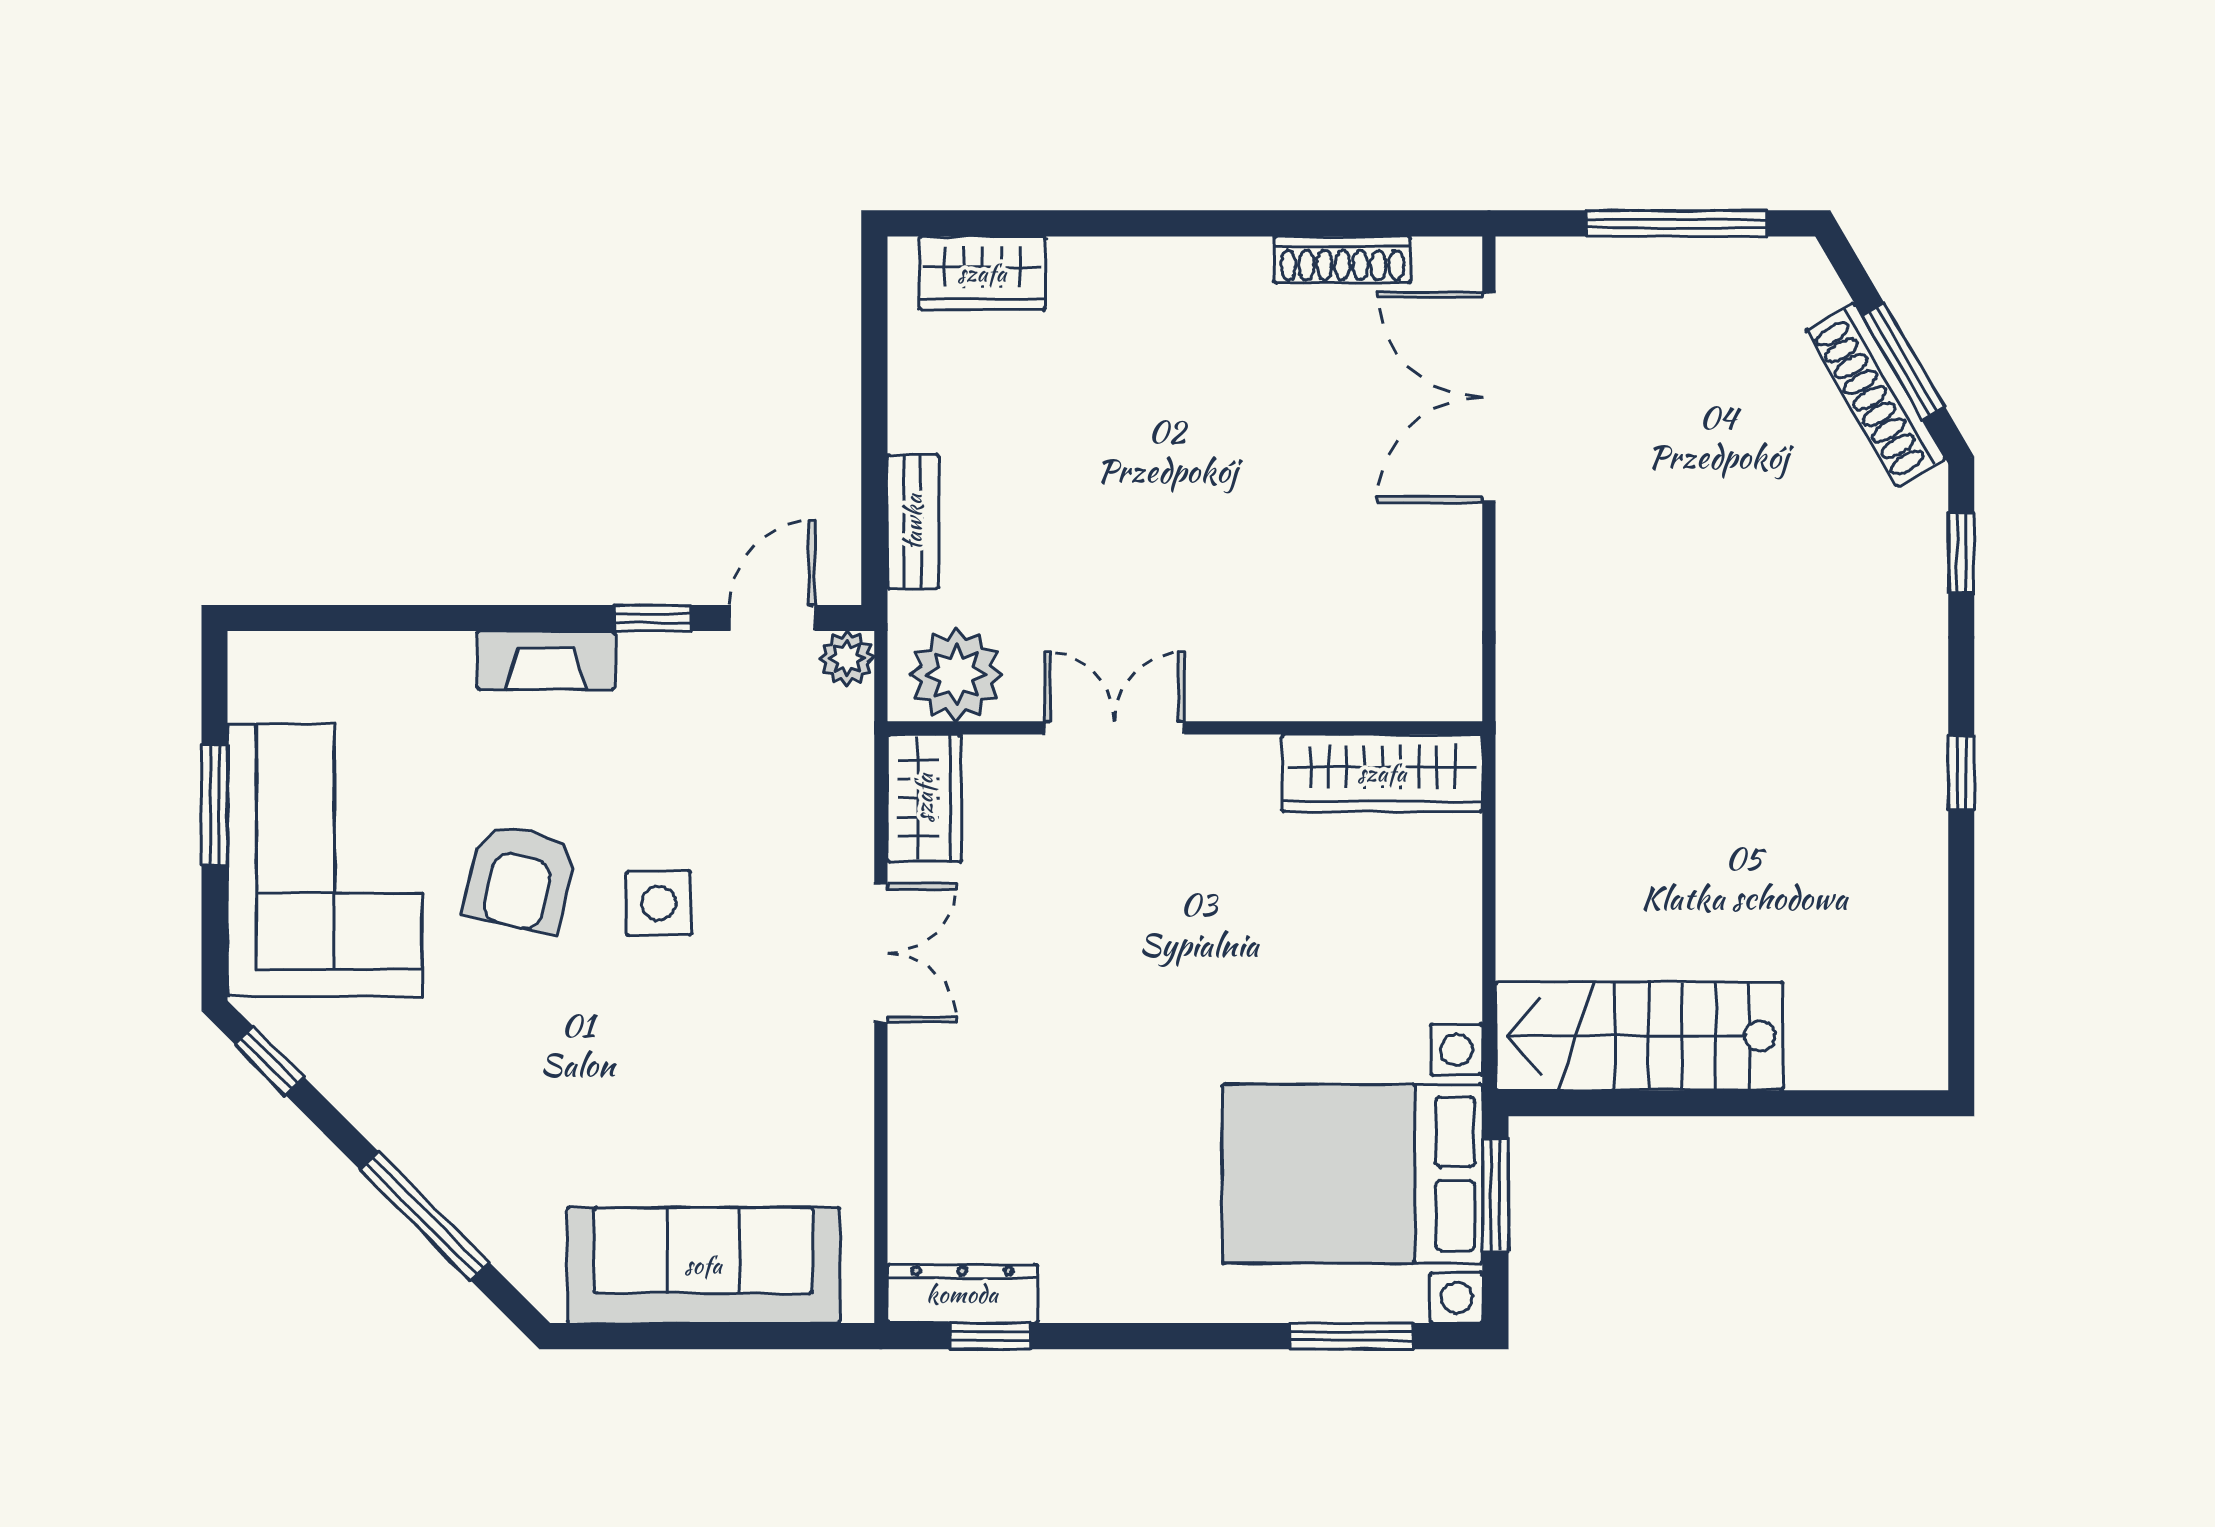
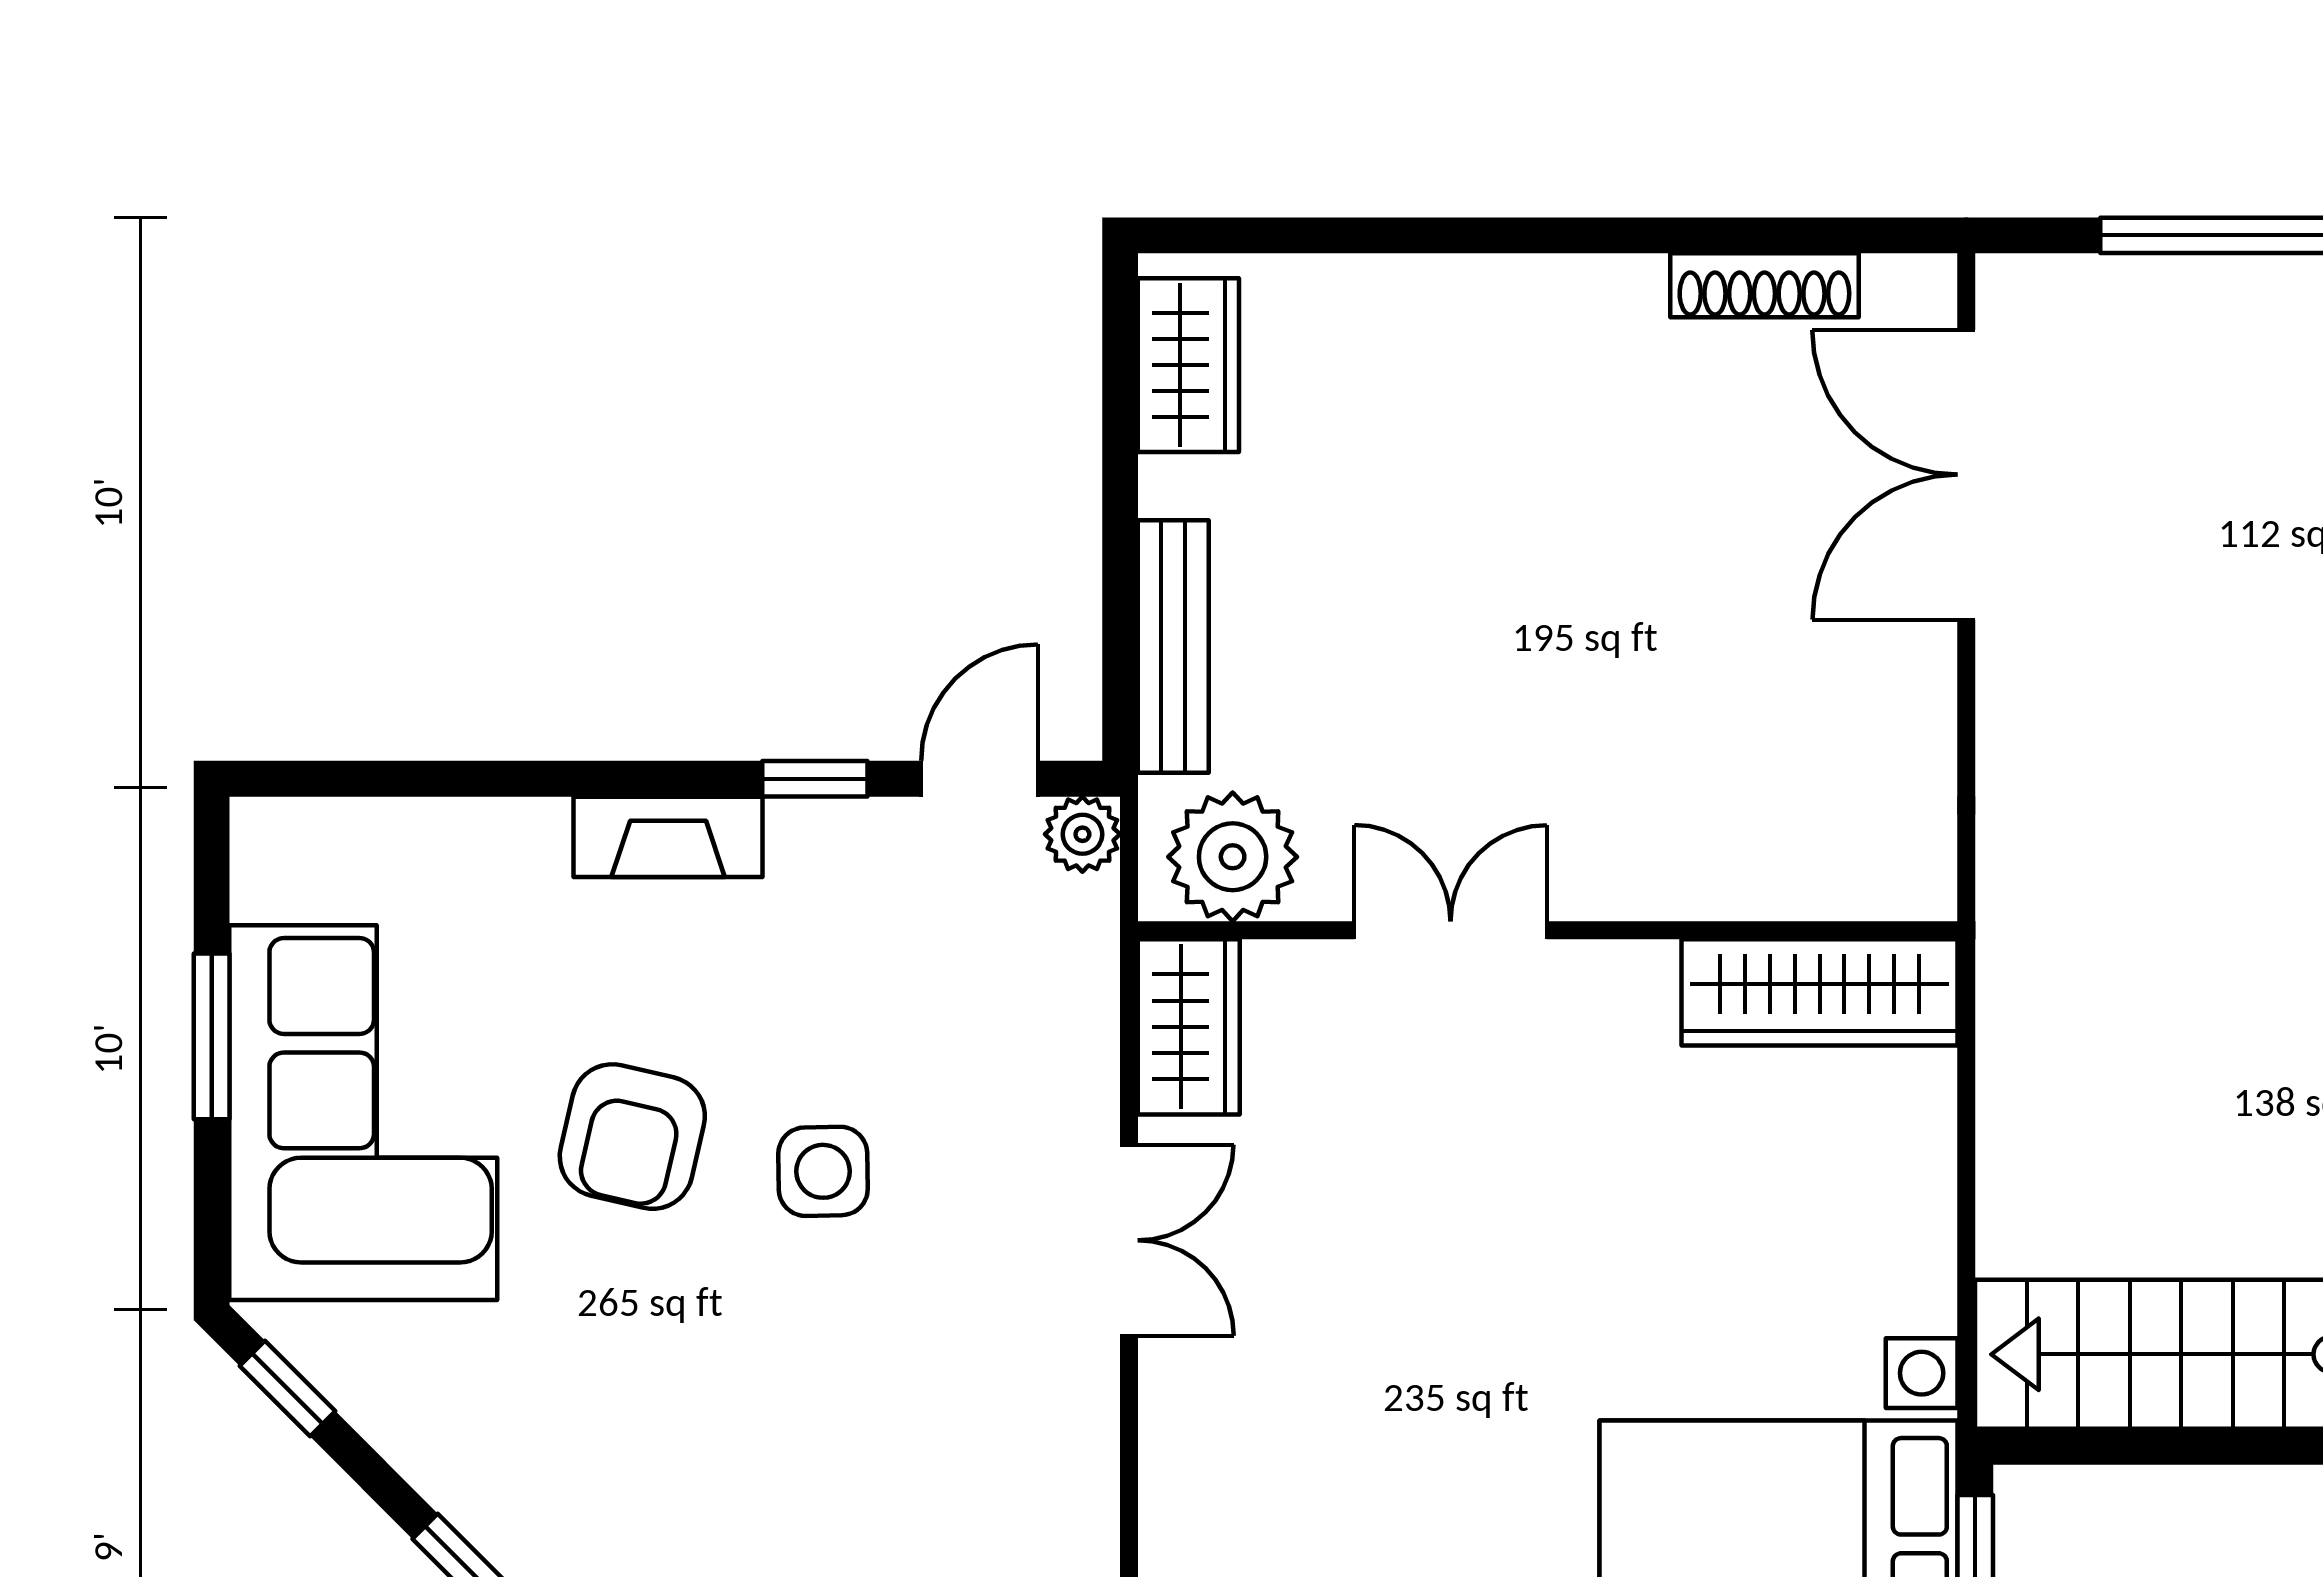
wardrobe: (982, 273) -> (1188, 365), moved, turned -90
bench: (913, 522) -> (1173, 646), width x1.36

